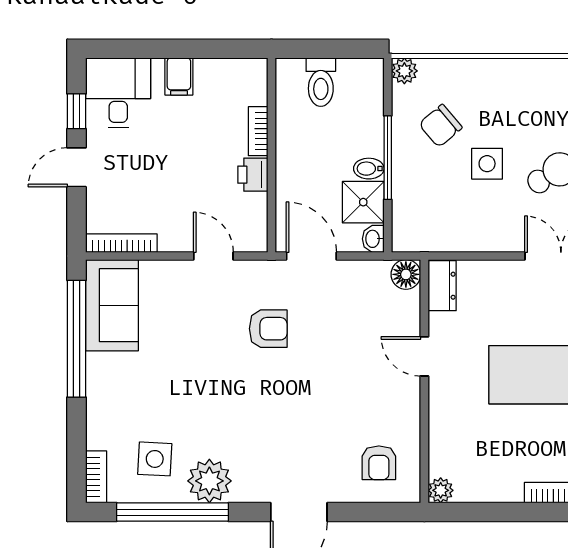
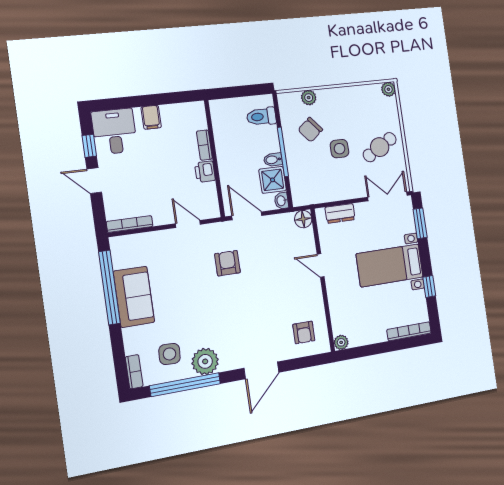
plant: (404, 71) -> (309, 98), moved
toilet: (321, 82) -> (261, 117), moved, turned 90
door: (77, 167) -> (94, 181), hinge flipped
dresser: (442, 286) -> (340, 213), moved, turned 90
sofa: (112, 305) -> (134, 297), moved
armchair: (268, 329) -> (227, 263), turned -90

